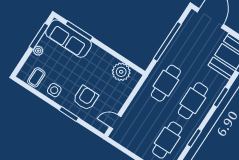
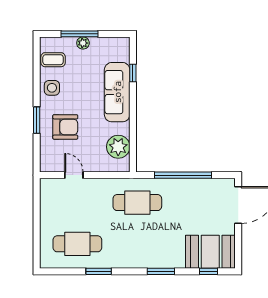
window: (79, 31) -> (133, 73), width x0.46
window: (39, 36) -> (80, 34), moved
sofa: (69, 39) -> (117, 92), moved
cafe table: (193, 101) -> (137, 244), removed
door: (115, 122) -> (74, 175), moved

